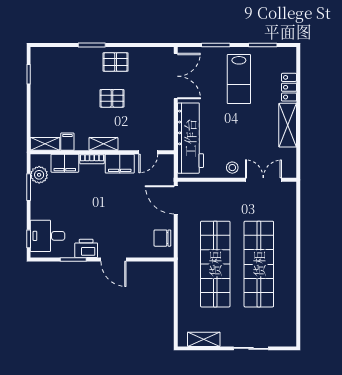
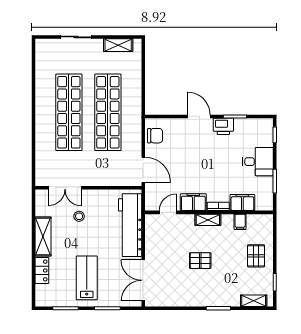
pallet: (116, 62) -> (256, 256), moved, turned 90
shelving: (45, 144) -> (254, 301), moved
stool: (232, 168) -> (79, 216), moved
plant: (39, 175) -> (265, 192), removed
desk: (48, 236) -> (258, 162), moved

